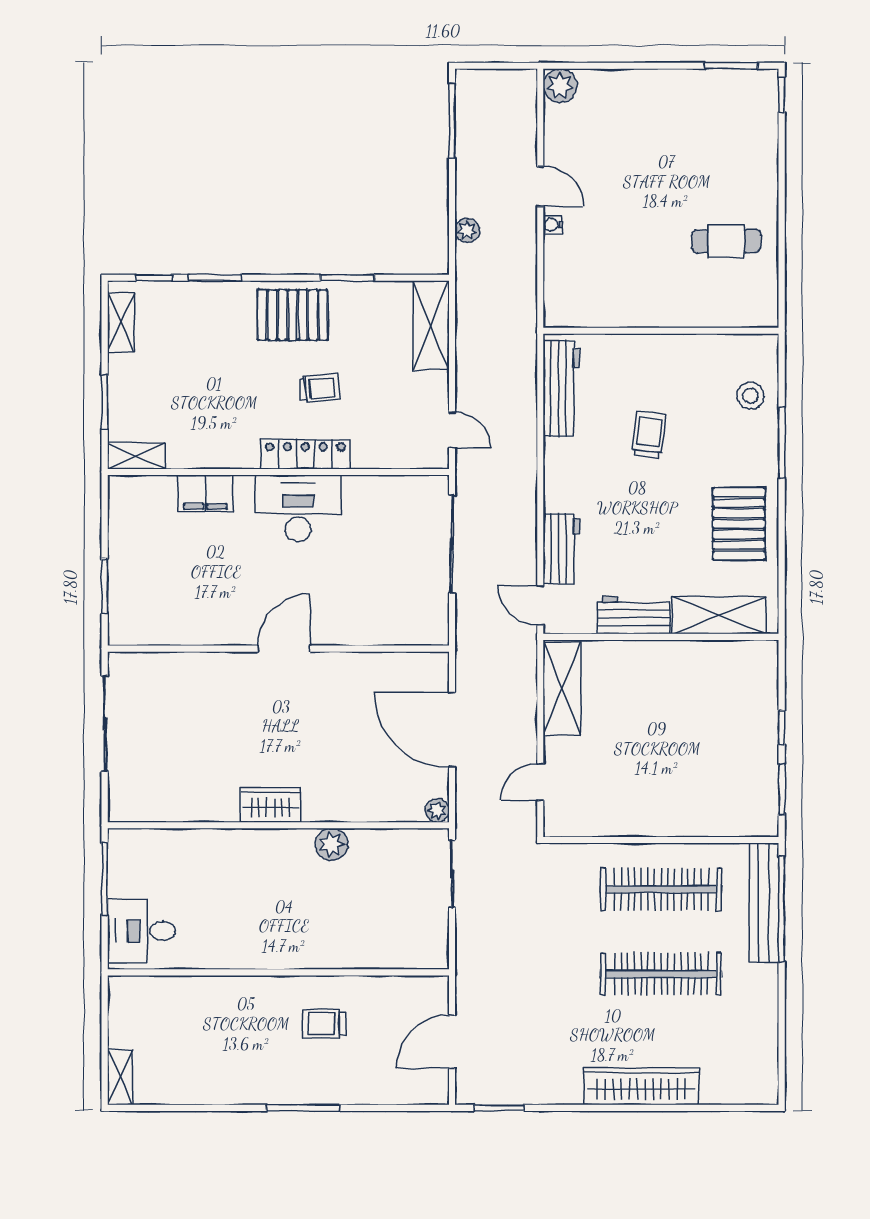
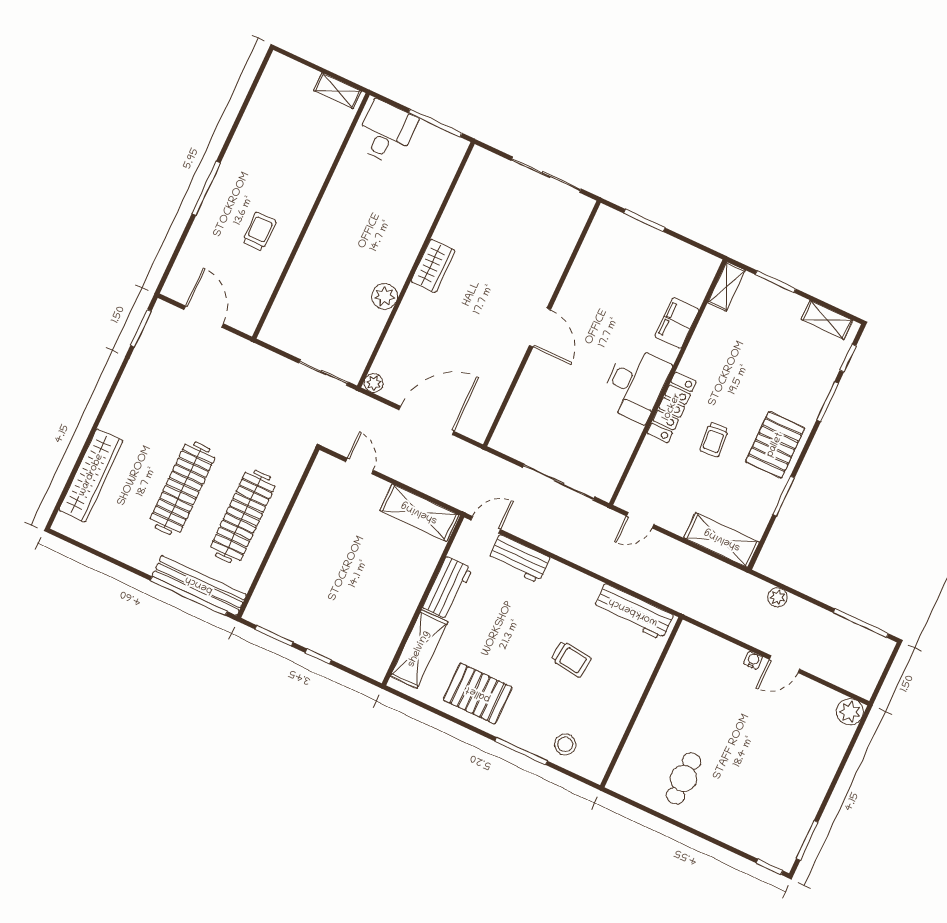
shelving: (120, 1077) -> (338, 91), moved
wardrobe: (641, 1086) -> (91, 475), moved

